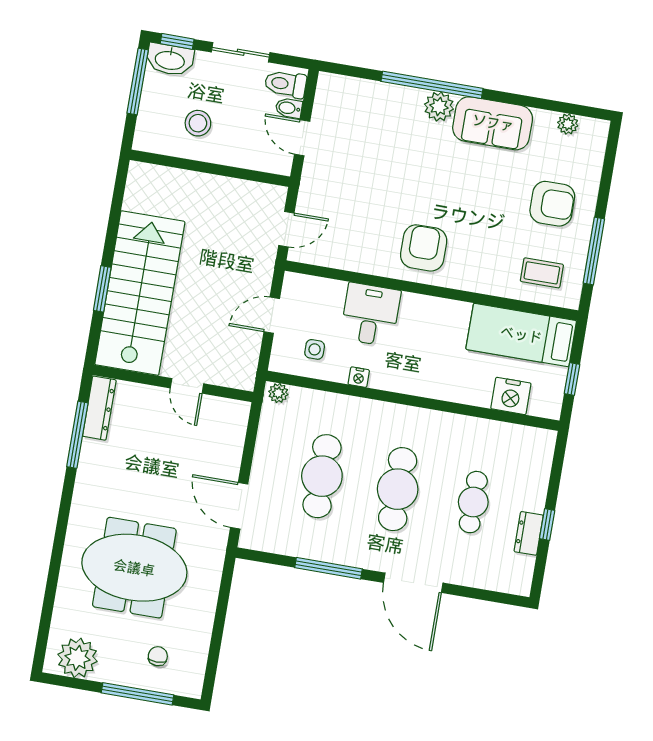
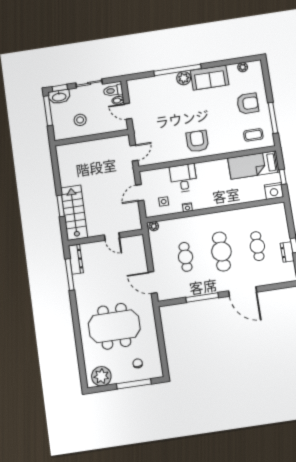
stairs: (140, 293) -> (74, 213), width x0.73, depth x0.66
nightstand: (511, 396) -> (274, 191), moved
cafe table: (322, 476) -> (186, 257), width x0.73, depth x0.74

